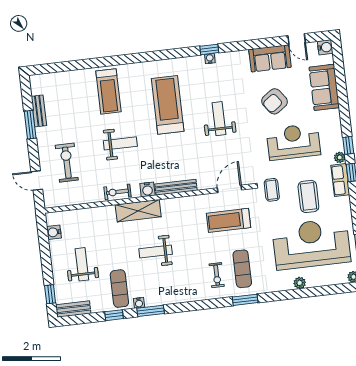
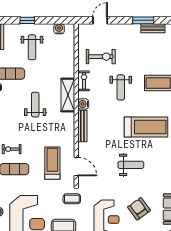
exercise bike: (67, 163) -> (101, 57), moved
weight bench: (82, 264) -> (32, 47), turned 90
window: (50, 294) -> (27, 20), moved

